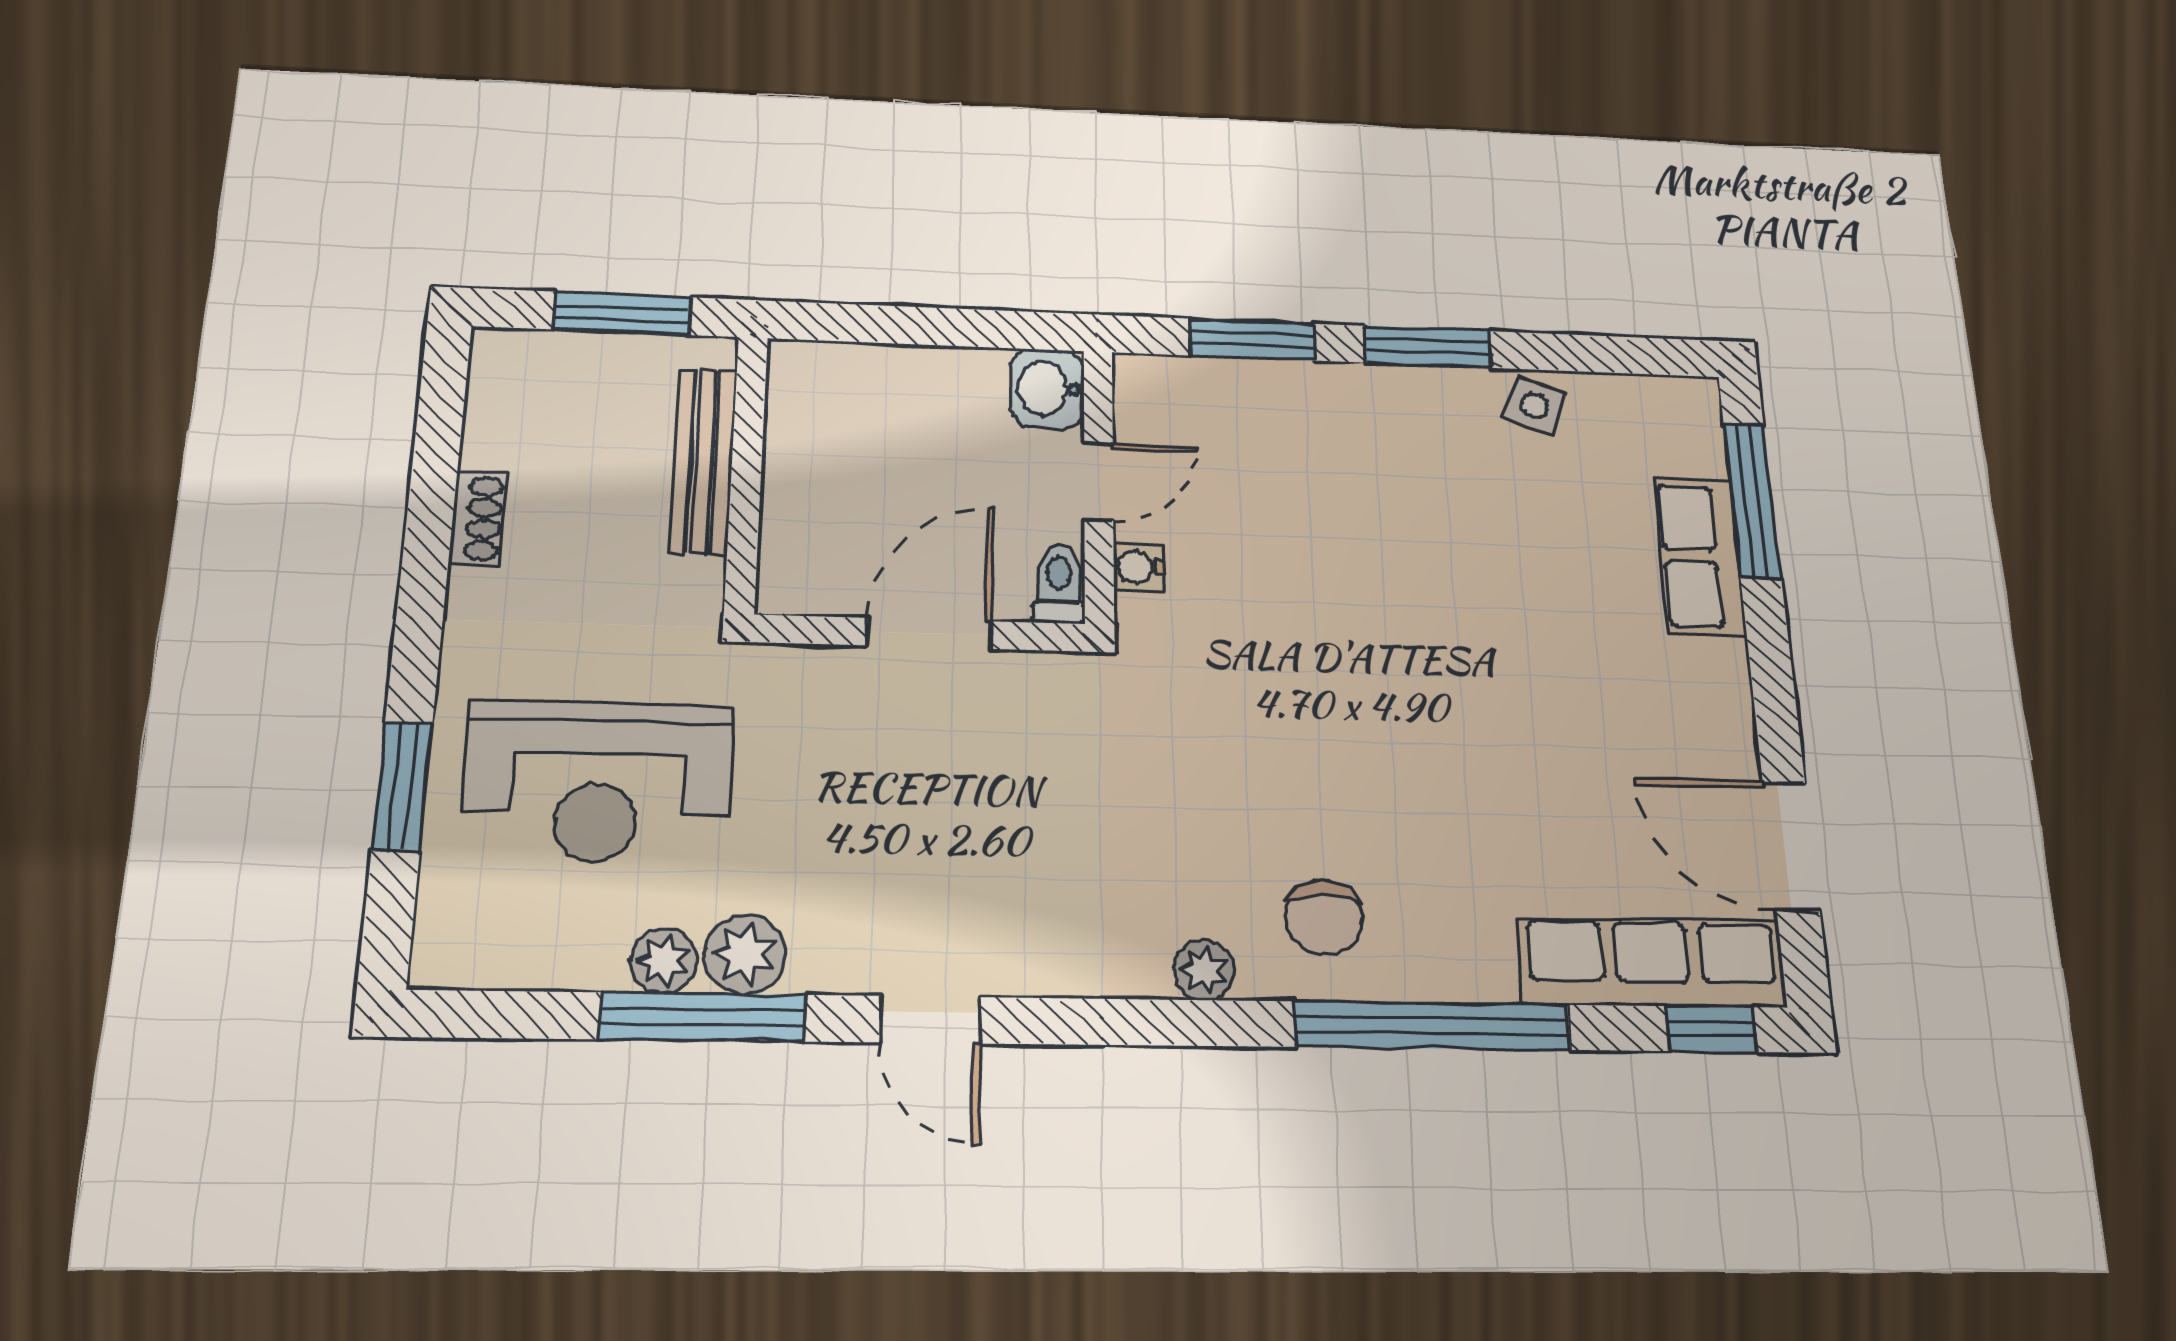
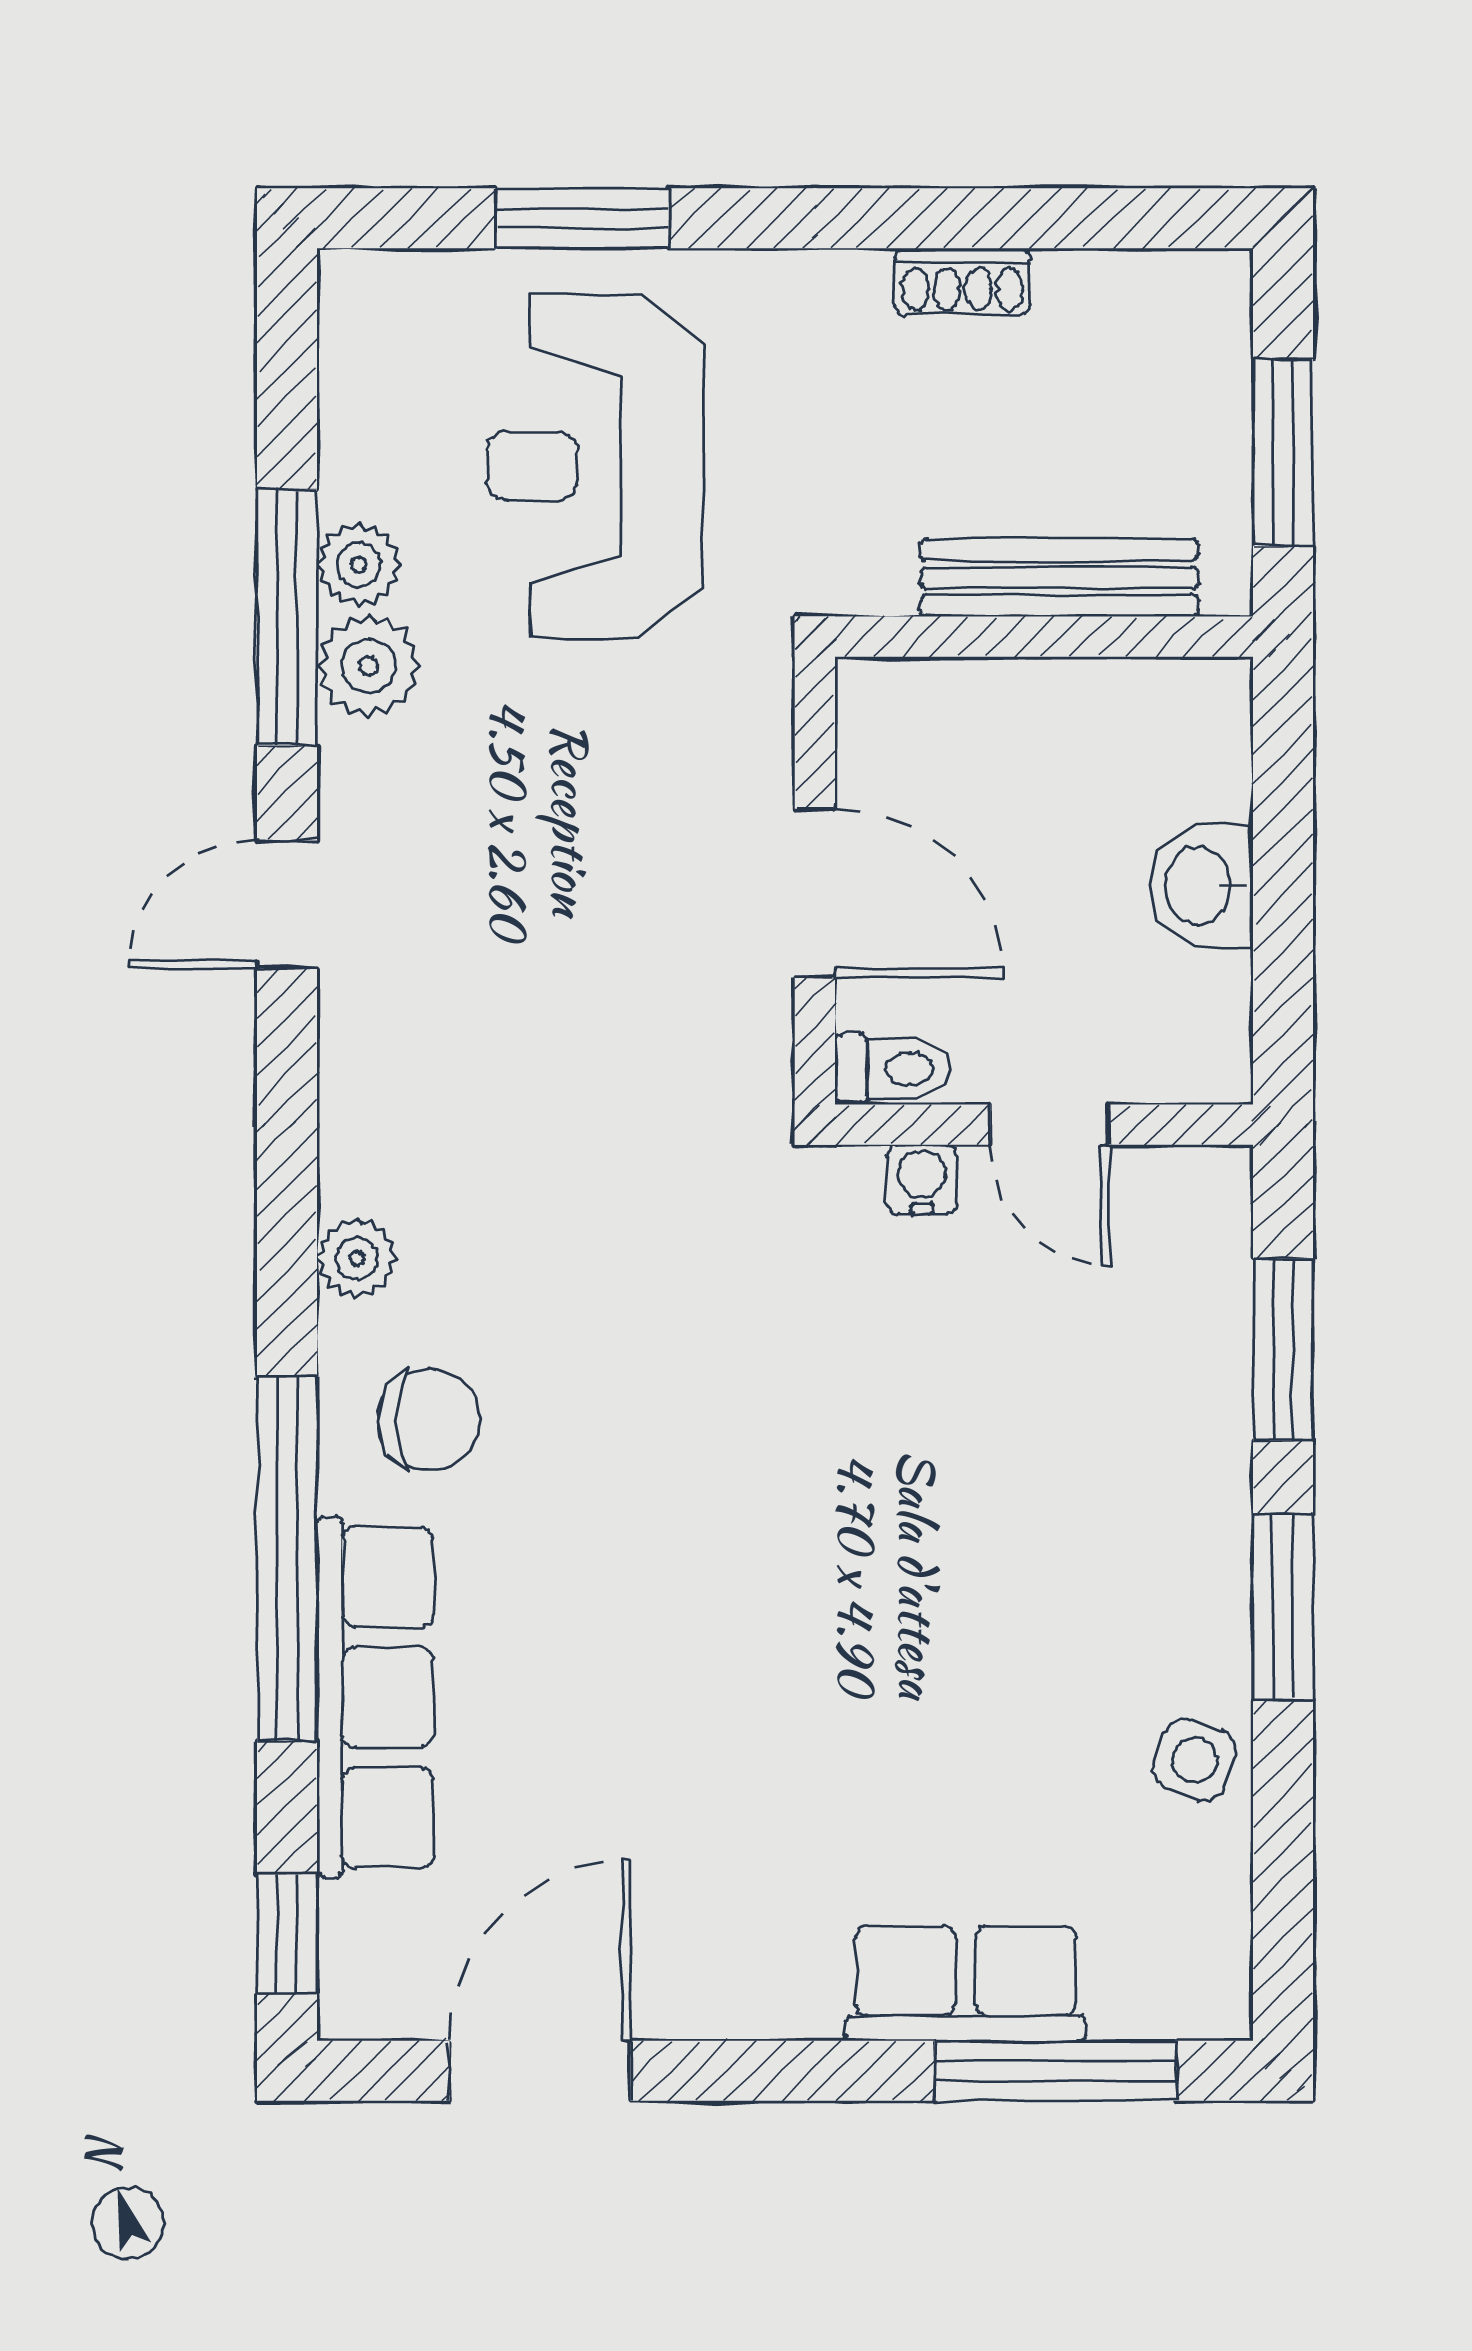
washbasin: (1047, 388) -> (1201, 885), moved, turned -90
chair: (1324, 918) -> (429, 1420), turned 180
row of seats: (1652, 963) -> (375, 1697), moved

